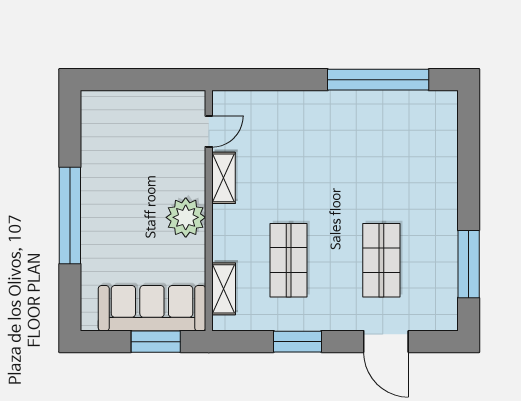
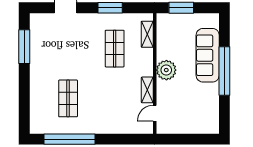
shop shelf: (381, 260) -> (68, 98), moved
sofa: (152, 308) -> (208, 55), moved, turned 90

